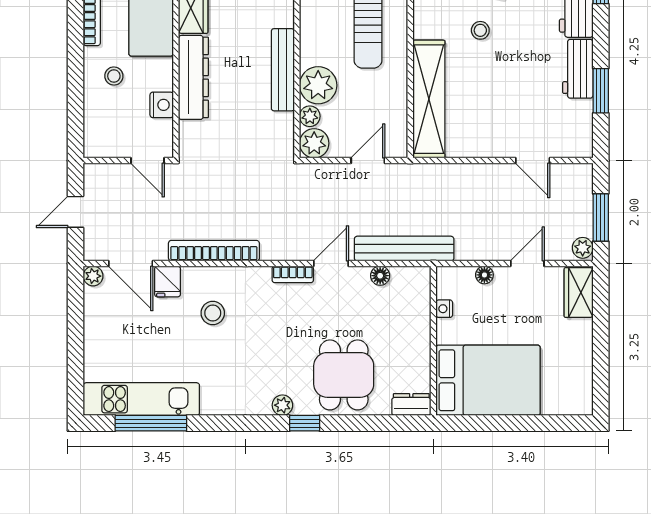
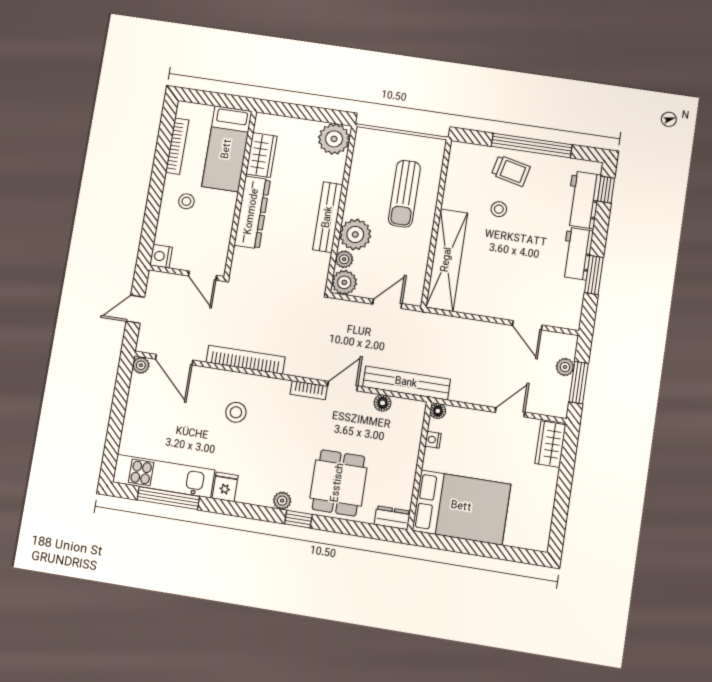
nightstand: (162, 105) -> (161, 256), moved, turned 180
plant: (583, 248) -> (565, 367), moved
floor lamp: (484, 275) -> (438, 411), moved
fridge: (168, 281) -> (225, 487), moved, turned 180

